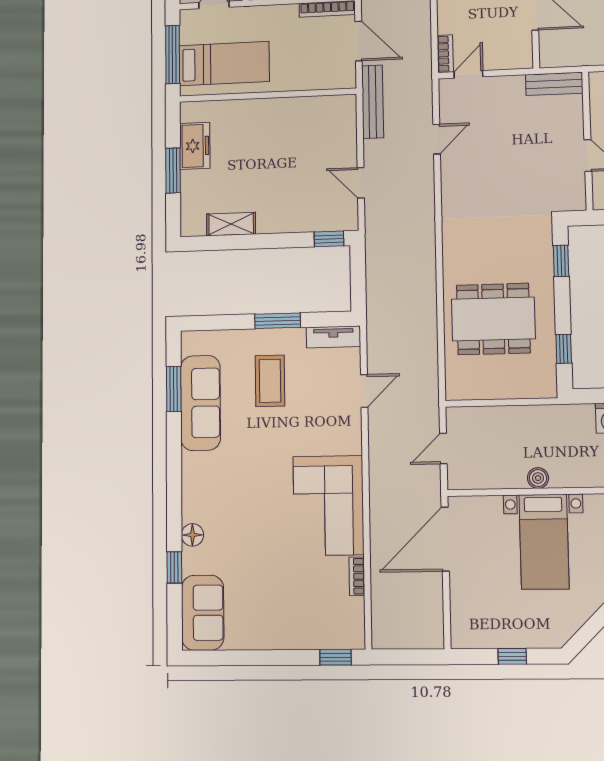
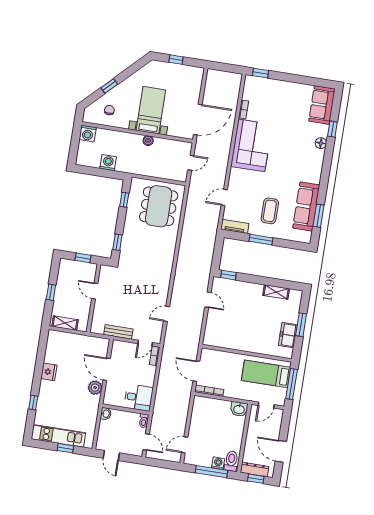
bench: (554, 84) -> (118, 332), moved
bench: (373, 102) -> (195, 339), removed
dining table: (493, 319) -> (159, 206), moved, turned 90

